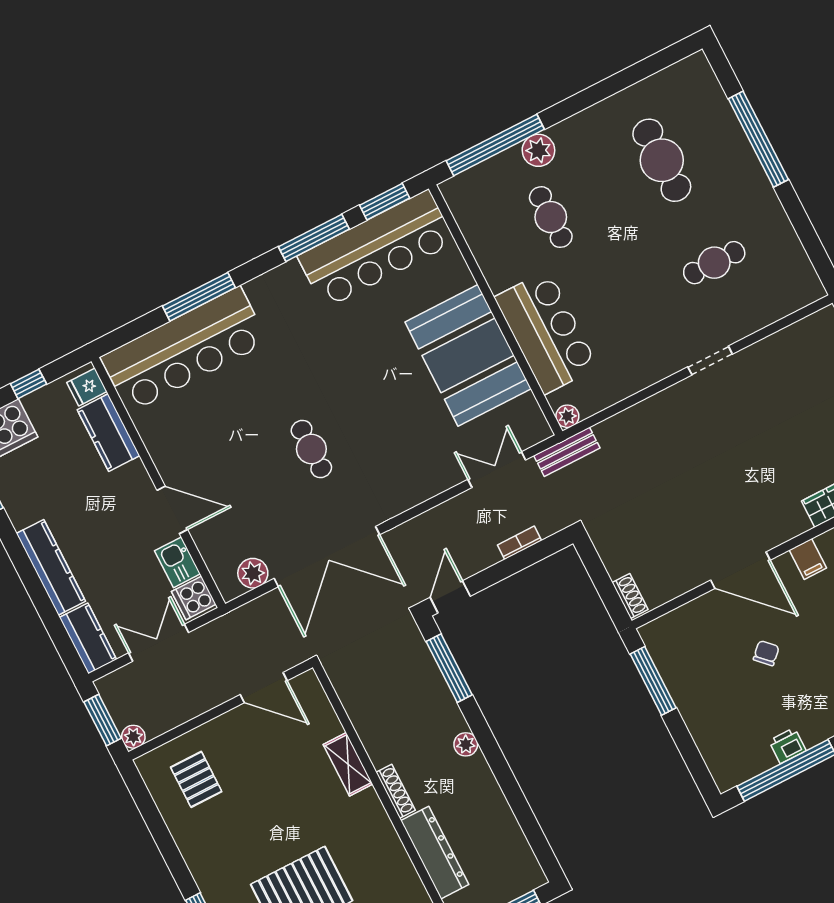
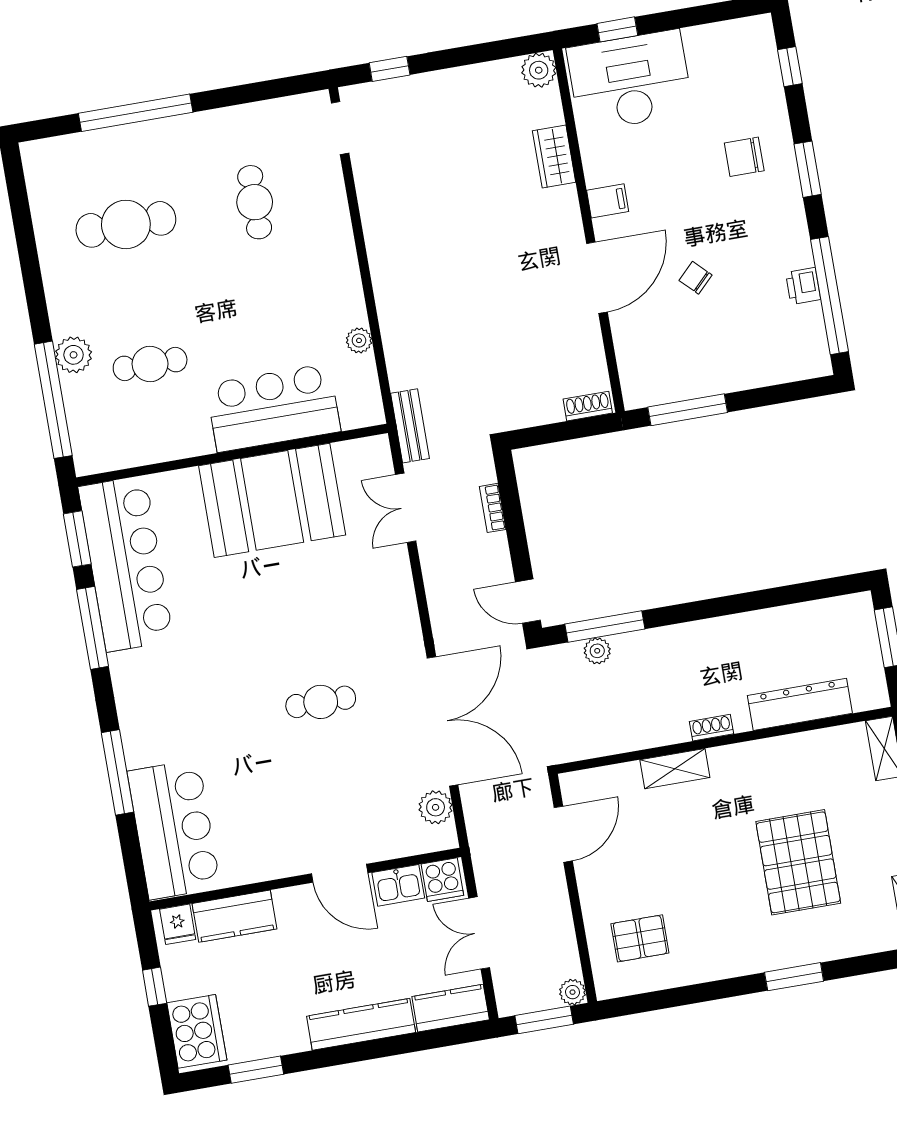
bar counter: (184, 349) -> (174, 830), width x0.73
doorway: (710, 361) -> (340, 128), moved
plant: (567, 416) -> (359, 340), moved
door: (172, 510) -> (340, 873), swing flipped
plant: (466, 744) -> (597, 651), moved
shoe rack: (396, 791) -> (712, 728), width x0.70

